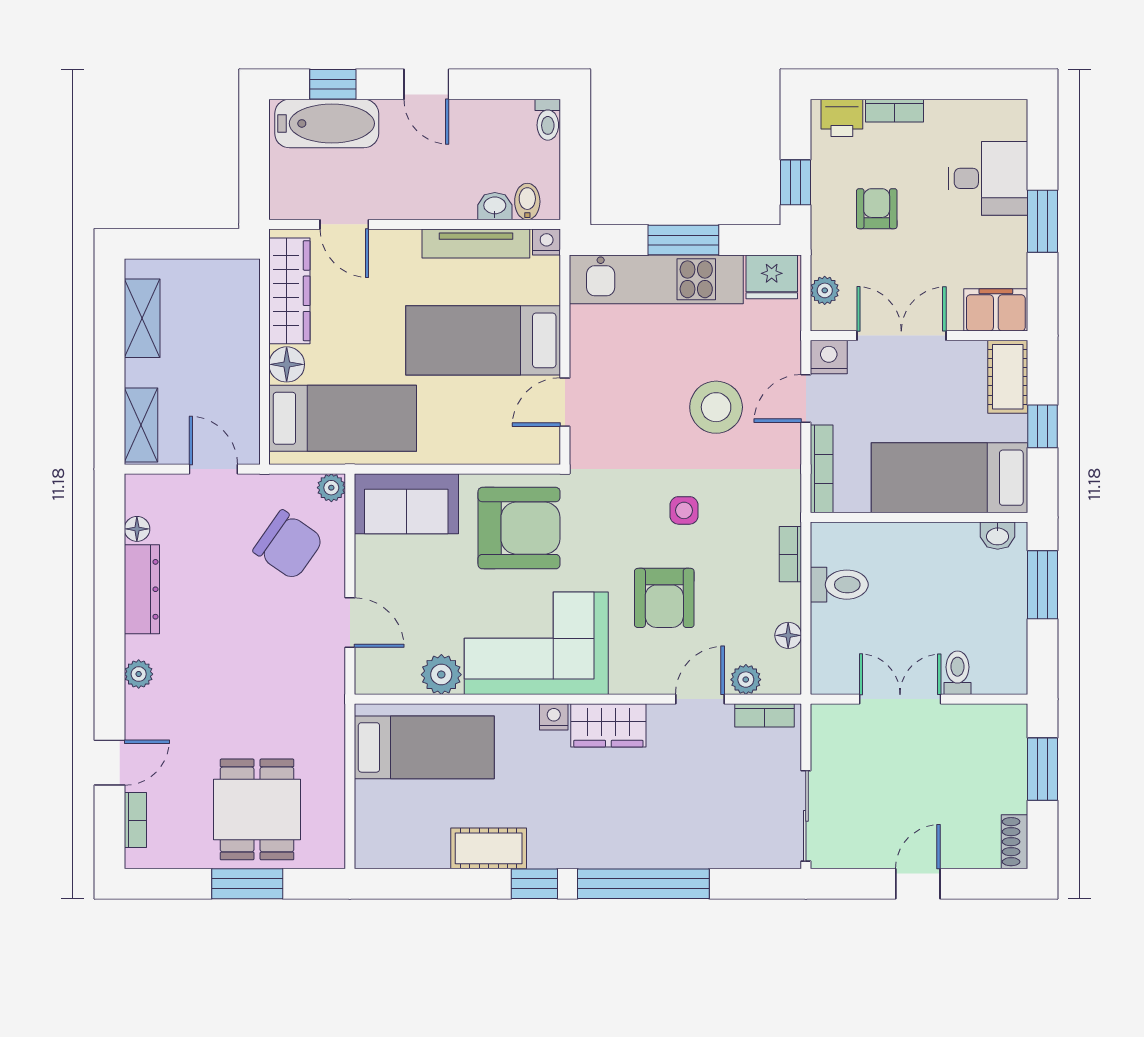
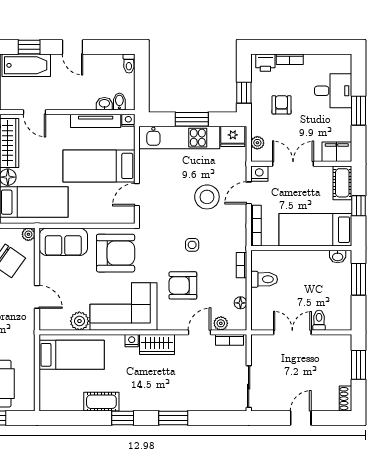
armchair: (664, 598) -> (183, 285), turned 90
window: (643, 884) -> (173, 418), width x0.47

